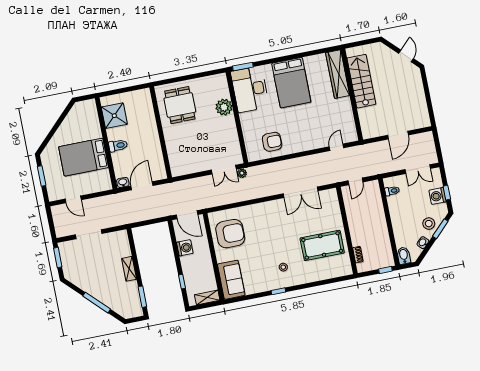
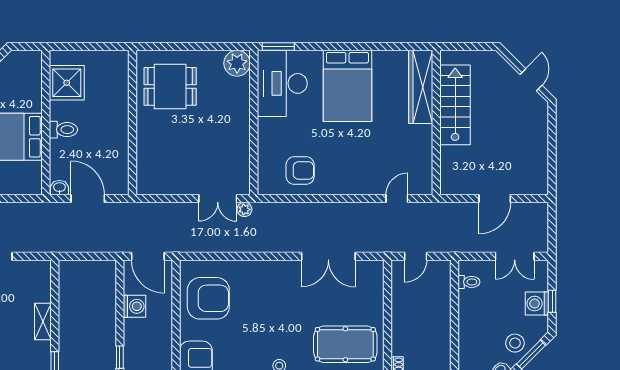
dining table: (180, 105) -> (170, 86), turned 90
plant: (224, 107) -> (237, 63), moved
door: (142, 186) -> (88, 198), hinge flipped

